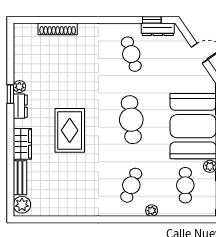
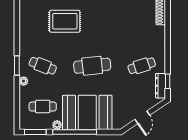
rug: (70, 130) -> (65, 21), moved
window: (131, 219) -> (17, 66), added

